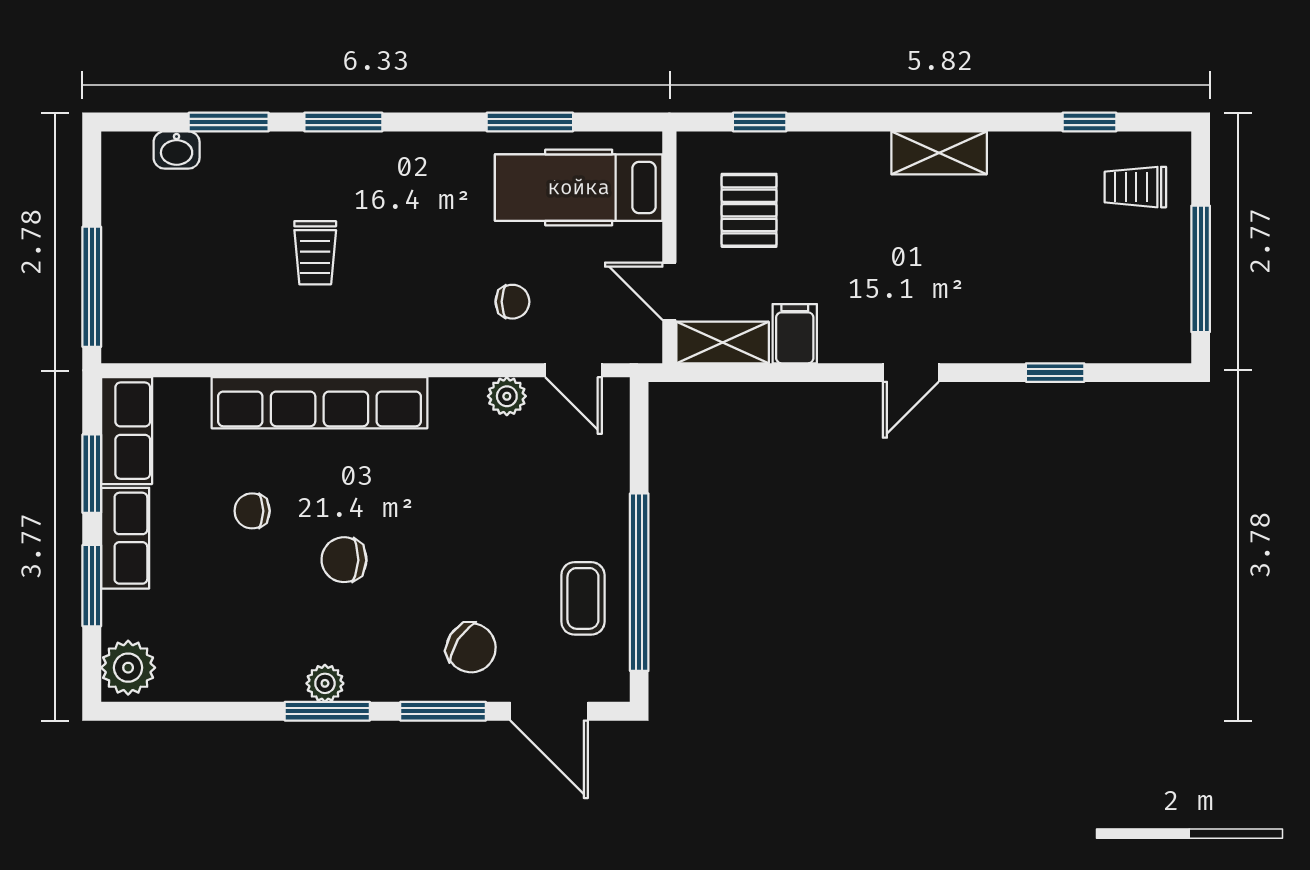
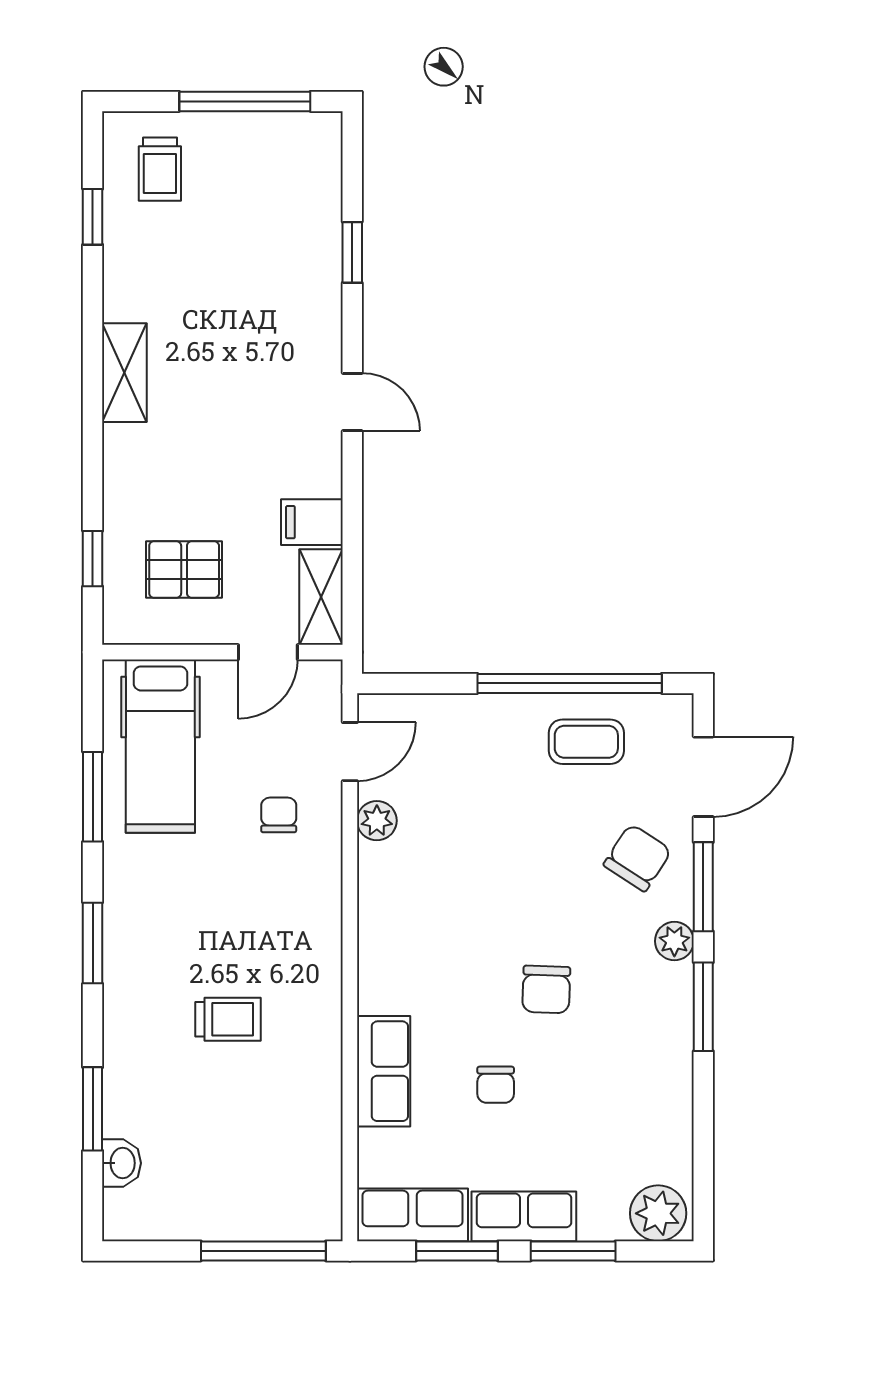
window: (343, 122) -> (93, 943), moved
row of seats: (320, 403) -> (384, 1071), width x0.50
plant: (325, 683) -> (674, 941), moved

